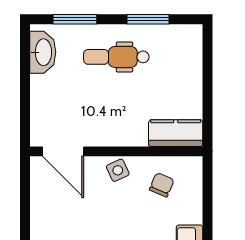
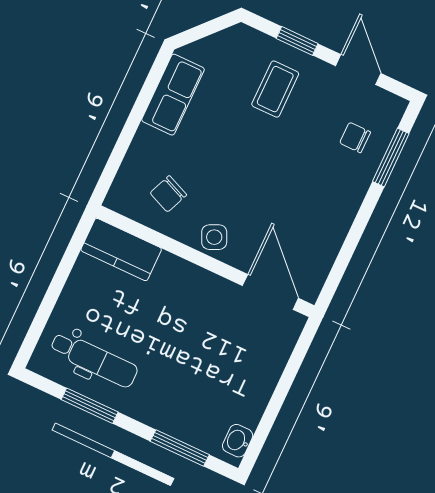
washbasin: (43, 52) -> (238, 441), width x0.52, depth x0.69
dental chair: (116, 57) -> (94, 359), moved

